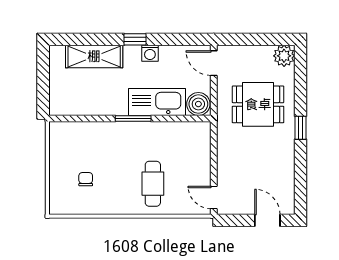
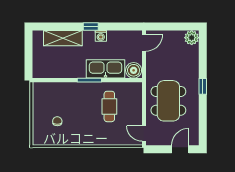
door: (214, 63) -> (144, 43), swing flipped
dining table: (258, 104) -> (168, 101), moved, width x1.37
cafe table: (153, 184) -> (109, 106), moved
door: (267, 220) -> (180, 149), hinge flipped

